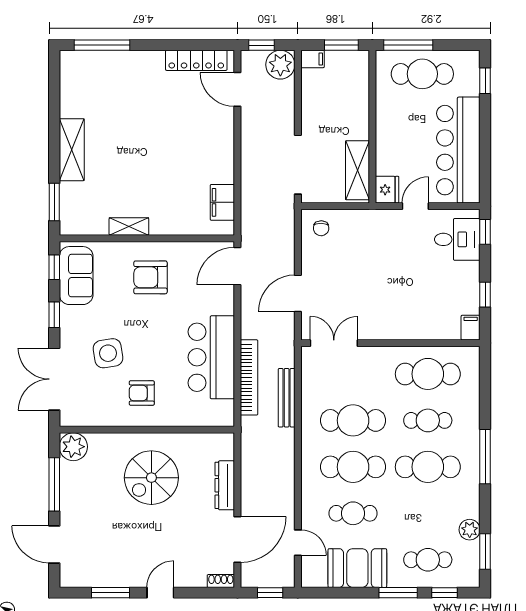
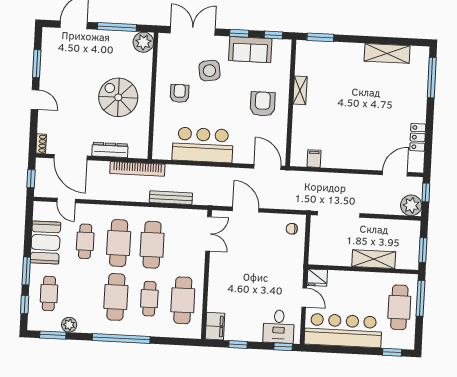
filing cabinet: (313, 59) -> (414, 229), removed
locker: (196, 60) -> (418, 137), width x0.66
shelving: (72, 150) -> (387, 53), moved
shelving: (357, 170) -> (374, 259), moved
filing cabinet: (222, 202) -> (314, 159), width x0.50
sofa: (76, 276) -> (250, 50), moved
filing cabinet: (471, 328) -> (215, 326), width x2.00
bookcase: (249, 377) -> (137, 169), moved
window: (485, 457) -> (121, 339), width x1.46
door: (298, 543) -> (66, 200), hinge flipped

